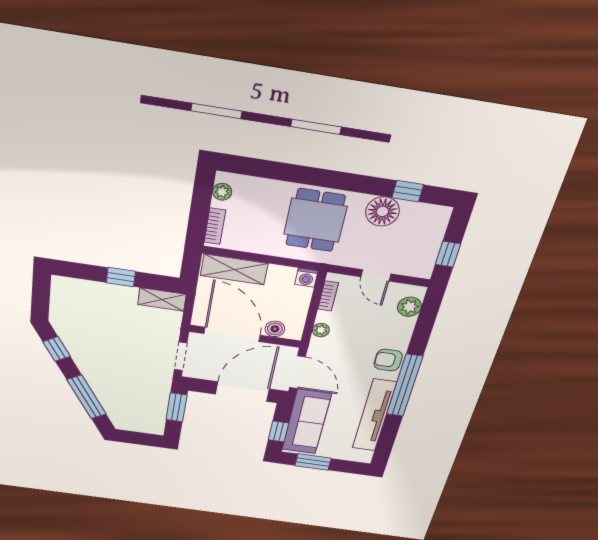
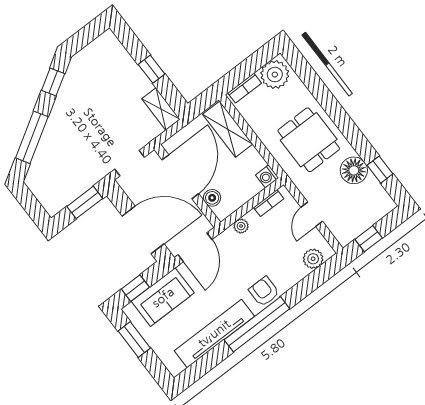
plant: (222, 192) -> (275, 75), width x1.87, depth x1.87
dining table: (315, 220) -> (309, 140), turned 90
sofa: (306, 422) -> (163, 297), width x0.73

